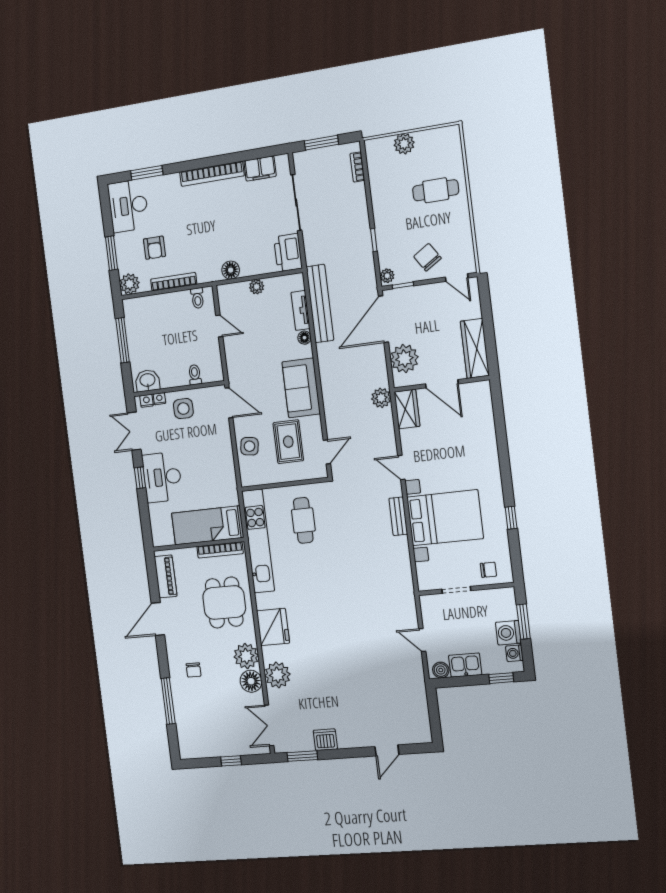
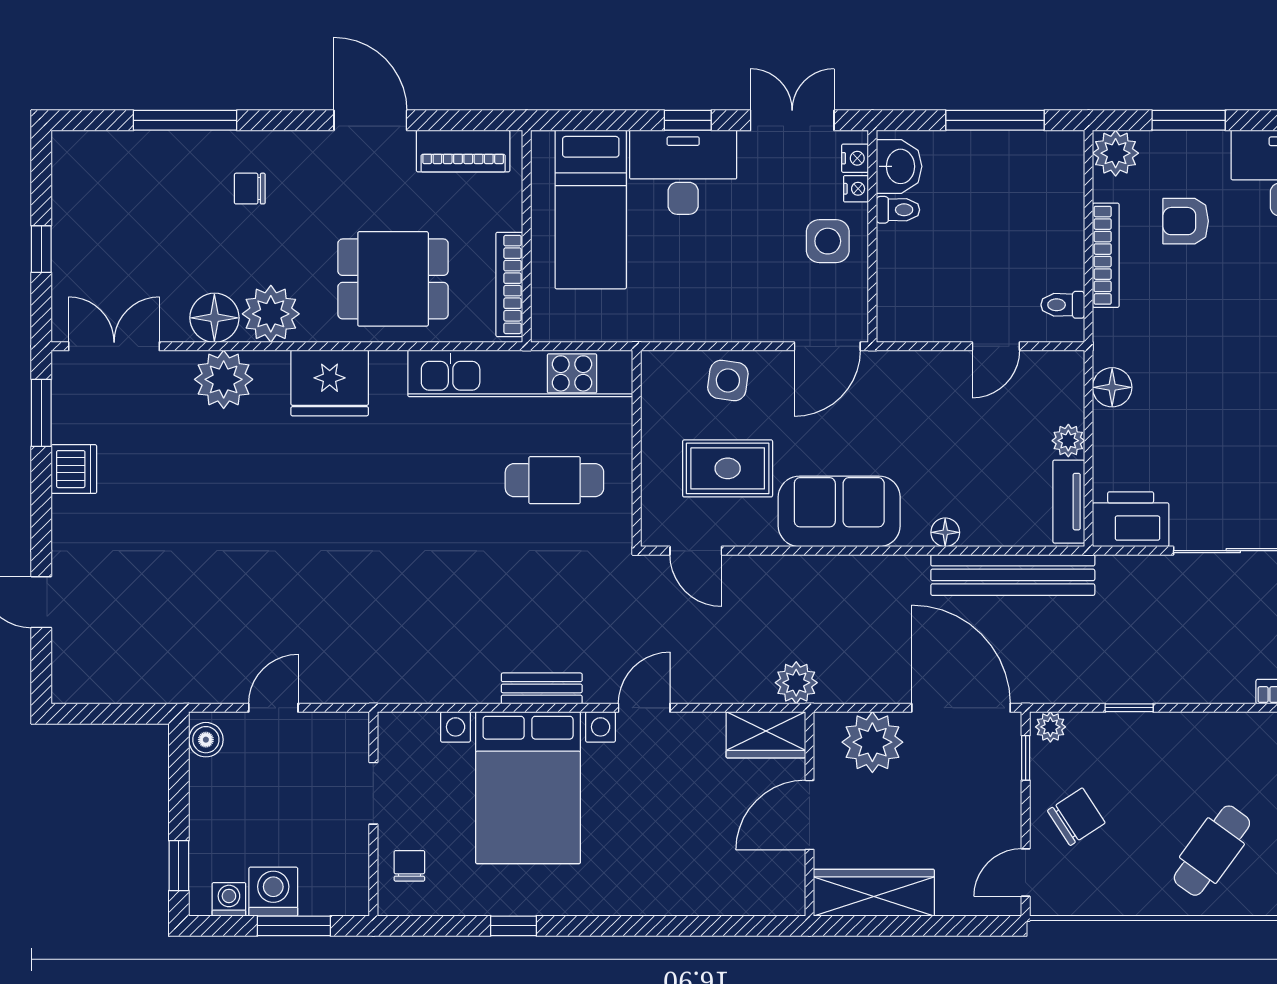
cafe table: (436, 190) -> (1212, 851), turned 36
tv unit: (300, 310) -> (1069, 502), moved, turned -90
toilet: (195, 375) -> (898, 210), moved
bed: (208, 525) -> (591, 209), moved, turned 180
chair: (488, 570) -> (409, 866), turned 180
kitchen sink: (465, 665) -> (212, 793), removed

